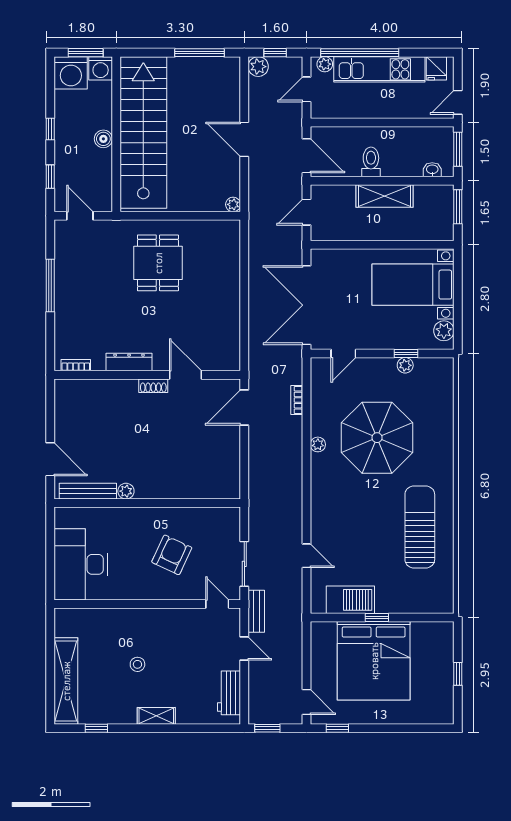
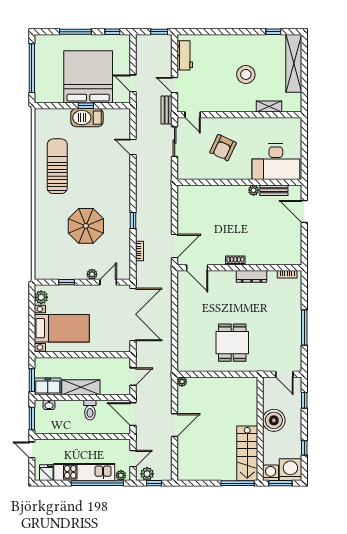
window: (199, 53) -> (238, 483), moved
plant: (258, 67) -> (147, 474), moved
door: (458, 102) -> (32, 450), swing flipped
window: (50, 129) -> (304, 448), moved
stairs: (143, 132) -> (247, 453), width x0.54, depth x0.66
boiler: (103, 139) -> (274, 420), width x1.86, depth x1.86
door: (244, 139) -> (175, 425), hinge flipped
freezer: (434, 197) -> (48, 386), added
plant: (405, 365) -> (92, 274), moved
door: (186, 375) -> (197, 268), moved
parasol: (377, 438) -> (86, 226), width x0.73, depth x0.73
plant: (318, 444) -> (125, 221), removed
window: (306, 446) -> (133, 221), added
bench: (88, 491) -> (274, 190), width x0.73
sun lounger: (420, 527) -> (57, 166), turned 180
desk: (81, 564) -> (276, 162), moved, turned 90
barbecue: (350, 600) -> (87, 118), moved
stool: (137, 664) -> (246, 74), width x1.89, depth x1.89
window: (458, 674) -> (32, 68), width x3.17
door: (306, 702) -> (133, 83), moved
shelving: (156, 716) -> (269, 107), moved
window: (393, 728) -> (75, 32), added

